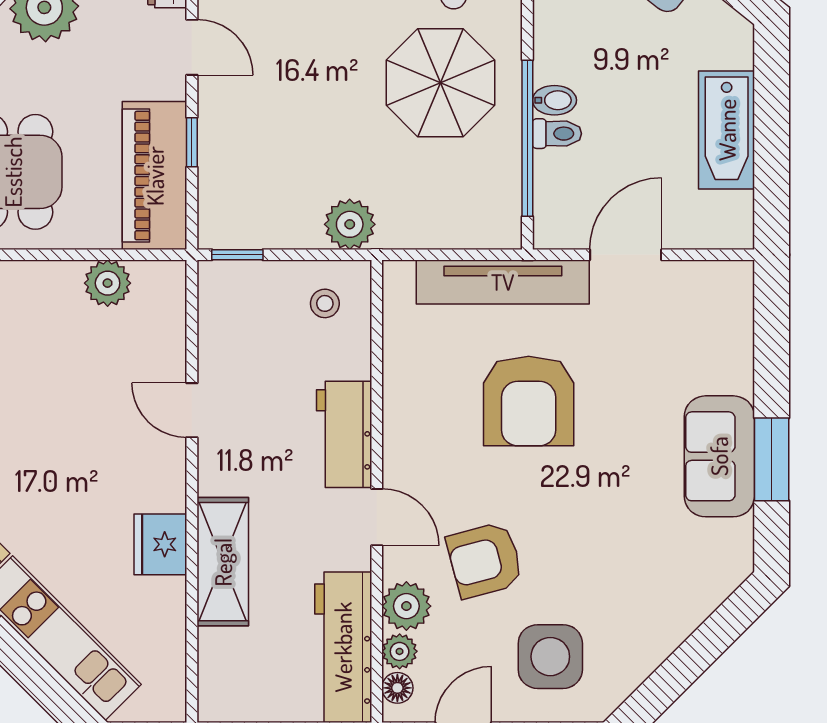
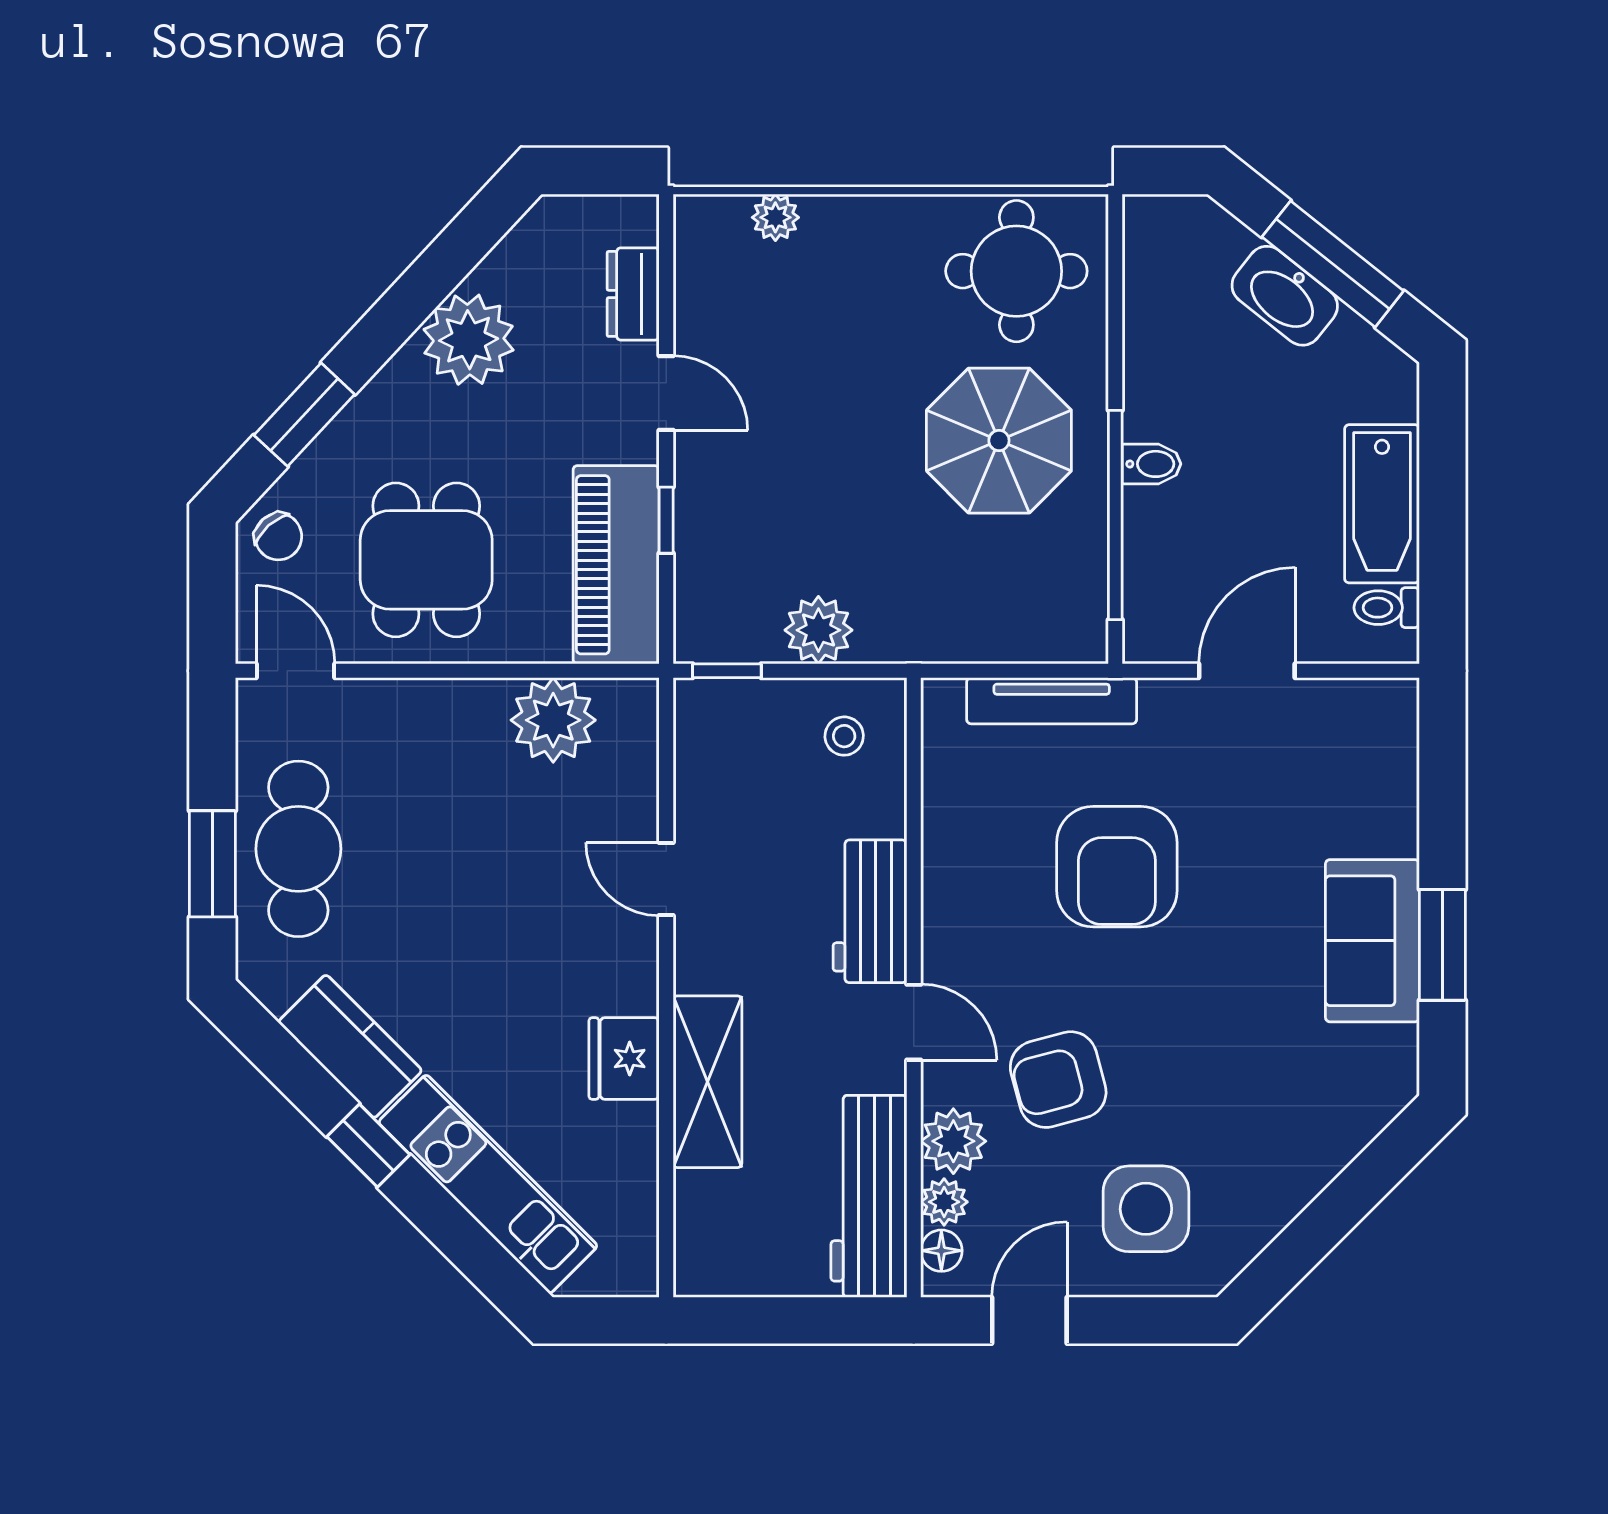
toilet: (557, 134) -> (1387, 608), moved, turned 180
plant: (350, 224) -> (818, 630), moved
tv unit: (503, 282) -> (1052, 701), width x0.73, depth x0.78
plant: (108, 283) -> (553, 720), width x1.36, depth x1.36

